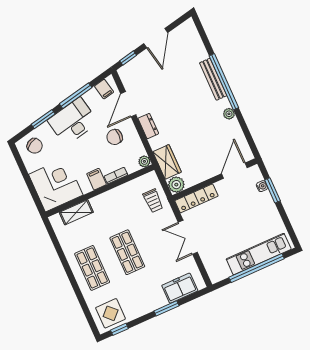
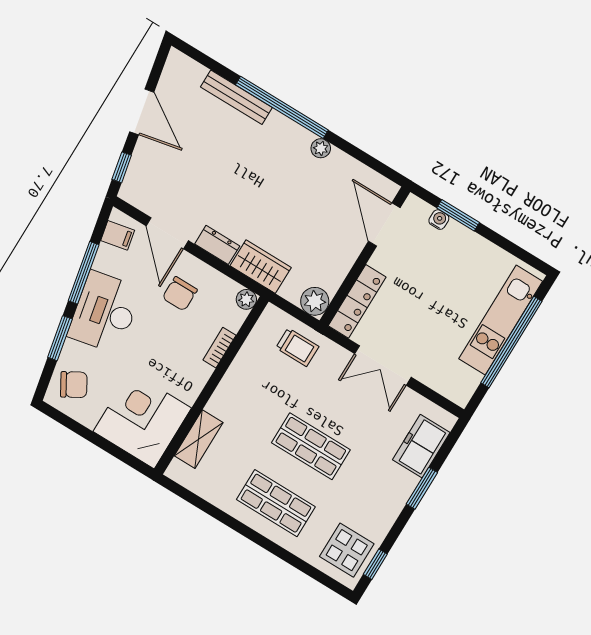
bench: (213, 79) -> (236, 97), moved
wardrobe: (167, 162) -> (261, 267), moved
filing cabinet: (97, 179) -> (195, 372), removed

